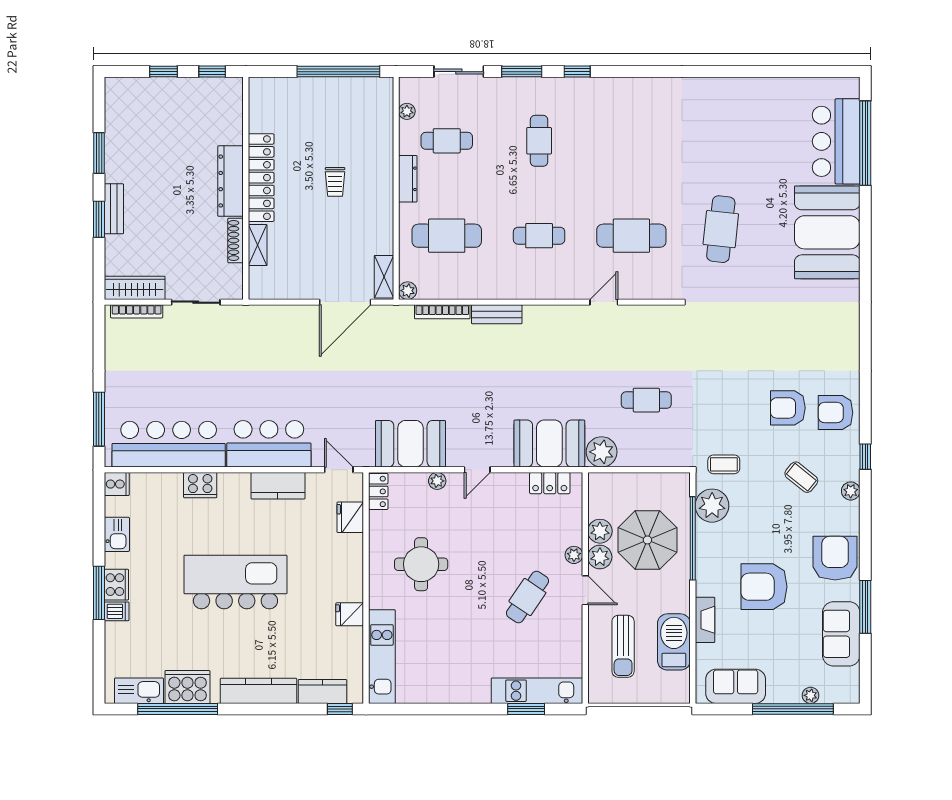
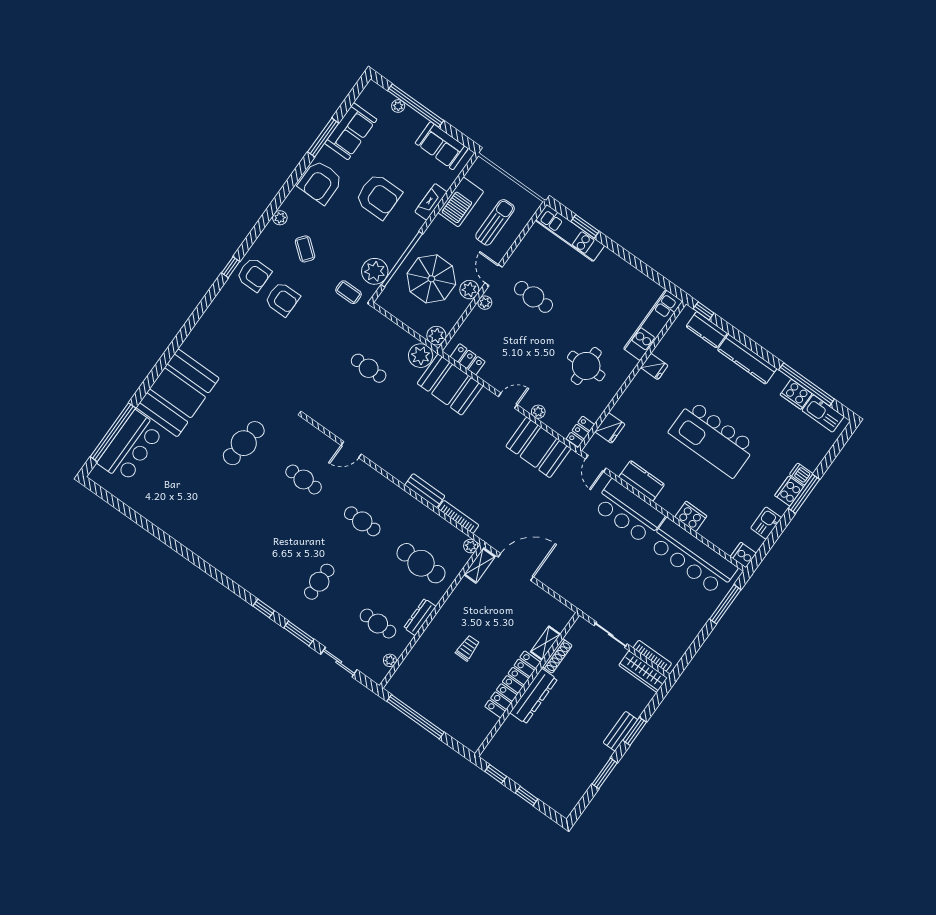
cafe table: (631, 236) -> (304, 479), width x0.73, depth x0.74
window: (865, 457) -> (231, 267), moved
plant: (600, 531) -> (436, 336), moved
cafe table: (527, 597) -> (533, 297), turned 56
cooker: (187, 687) -> (796, 394), width x0.73, depth x0.76

